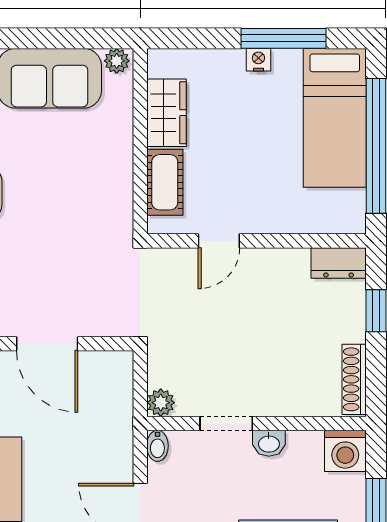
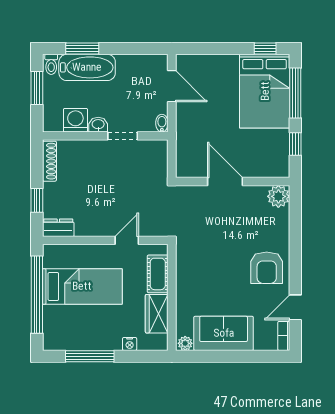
nightstand: (258, 60) -> (130, 344), moved
bed: (335, 118) -> (82, 286), moved, turned 90
plant: (161, 403) -> (160, 148), removed
washing machine: (345, 451) -> (75, 120), moved

